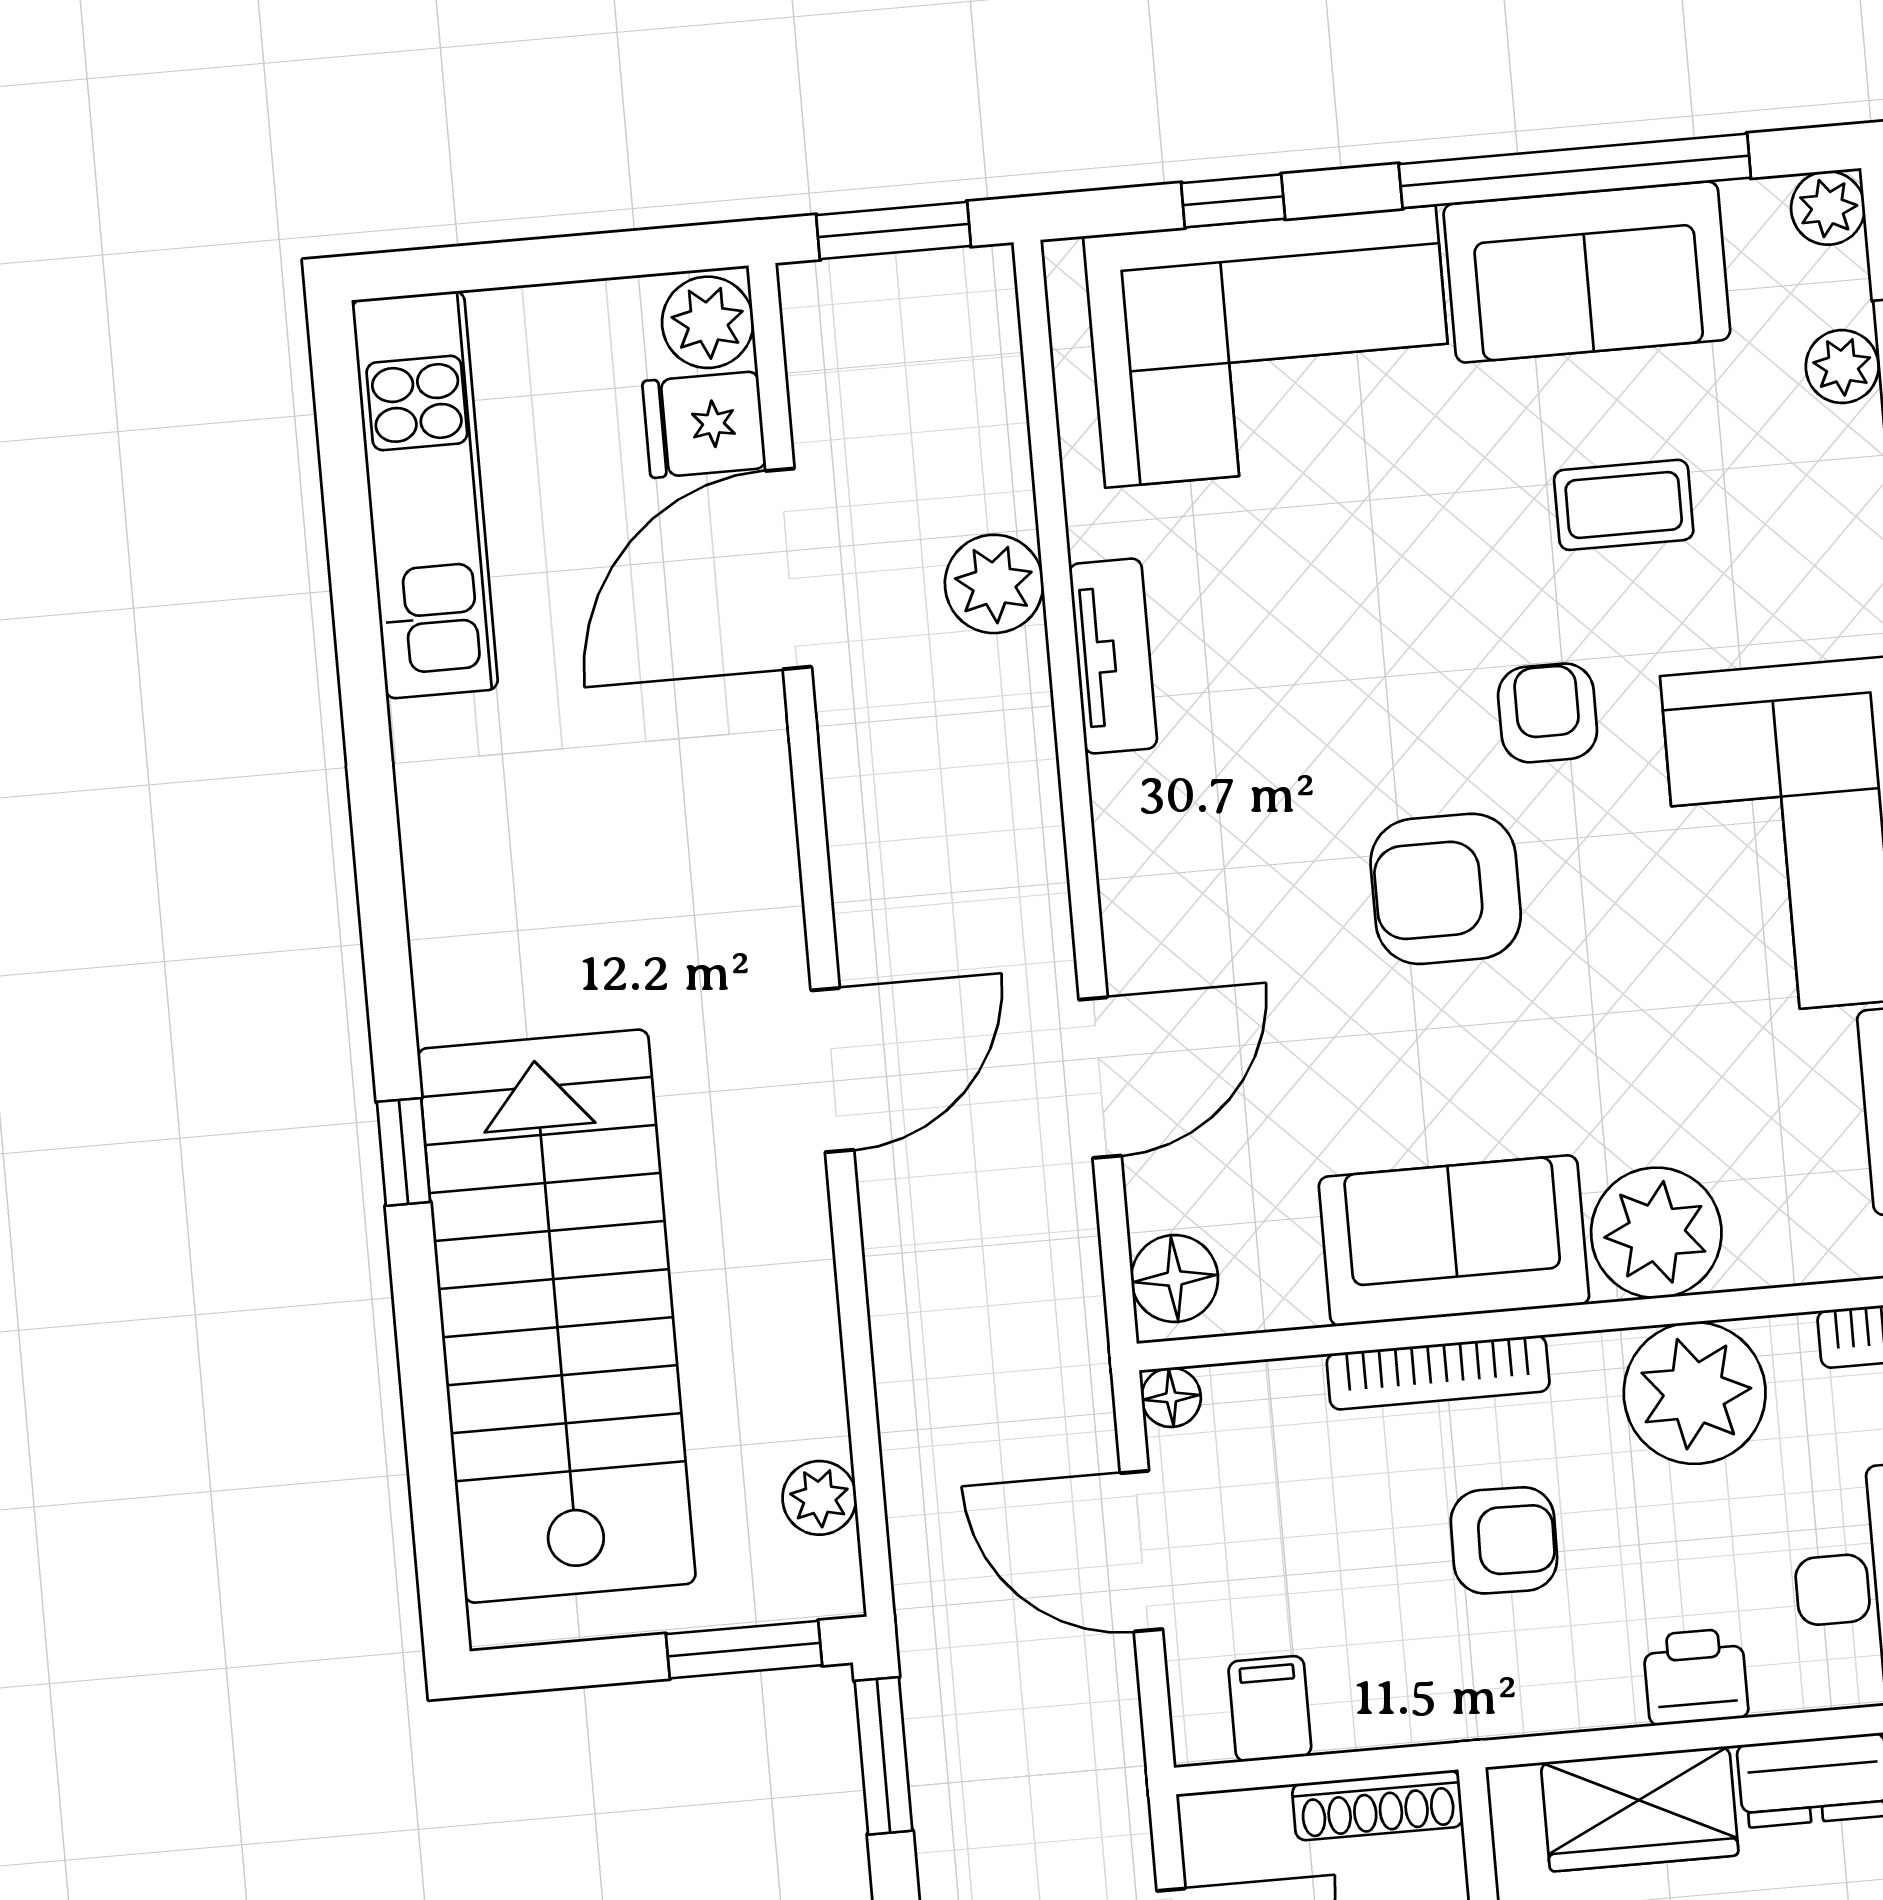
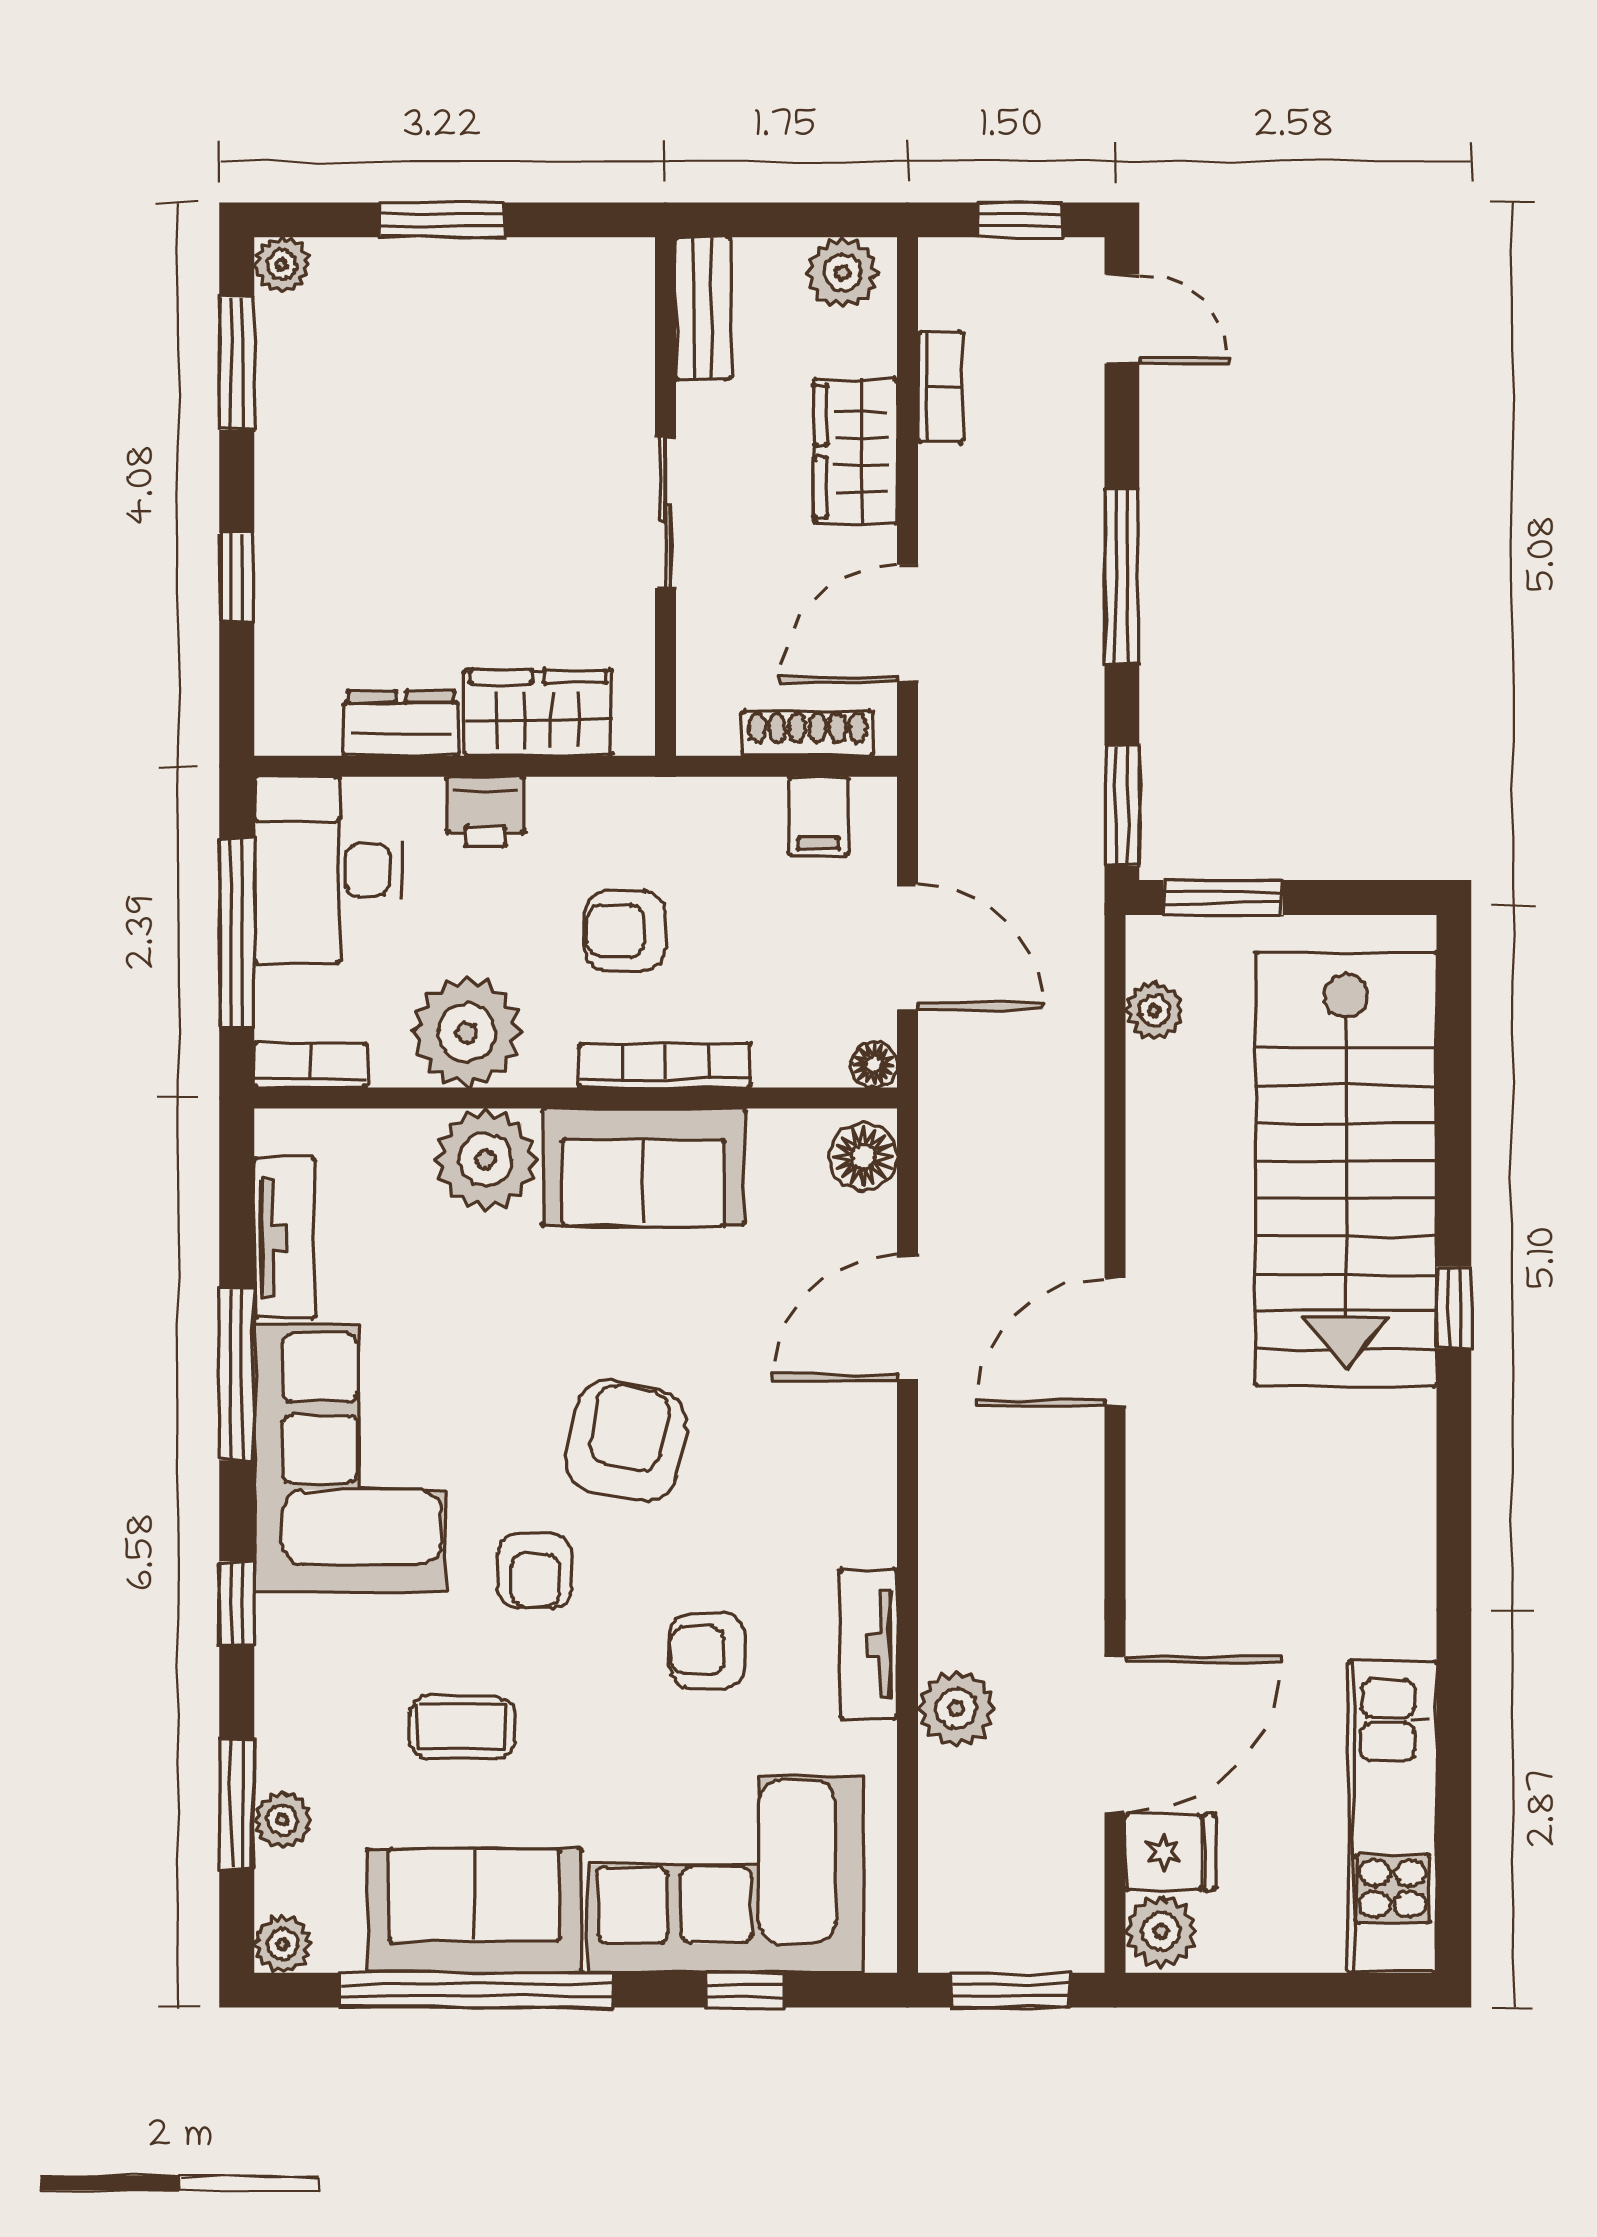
armchair: (1319, 630) -> (707, 1651), added
armchair: (1446, 889) -> (626, 1441), turned -78
shoe rack: (1378, 1805) -> (807, 733), moved

